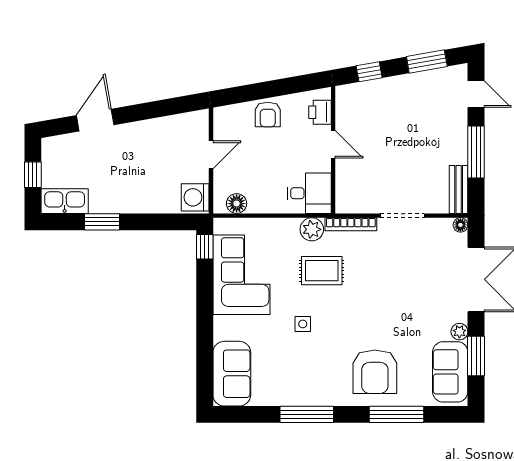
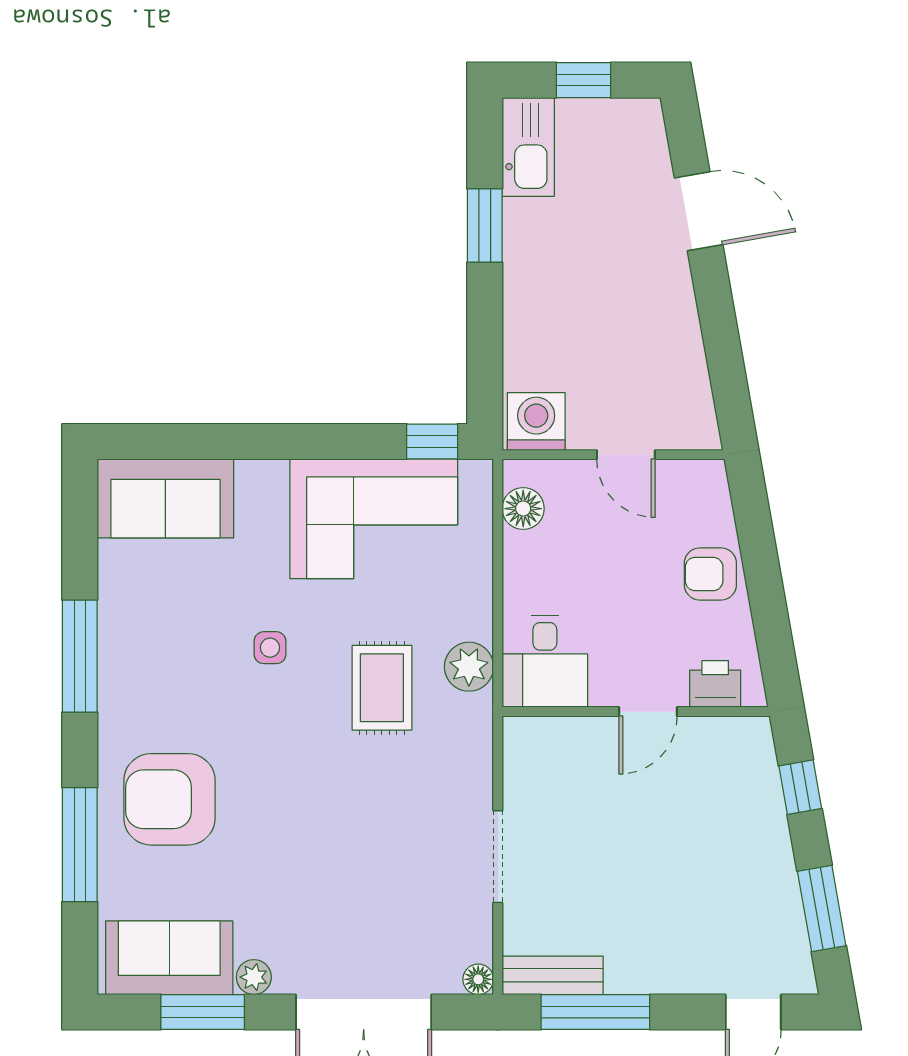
window: (476, 152) -> (595, 1012), moved
bookcase: (351, 224) -> (480, 749), removed

